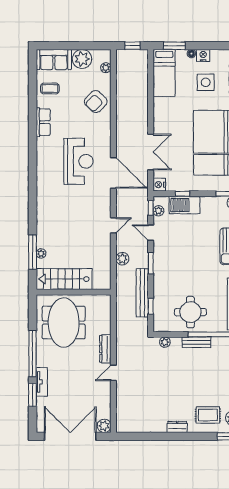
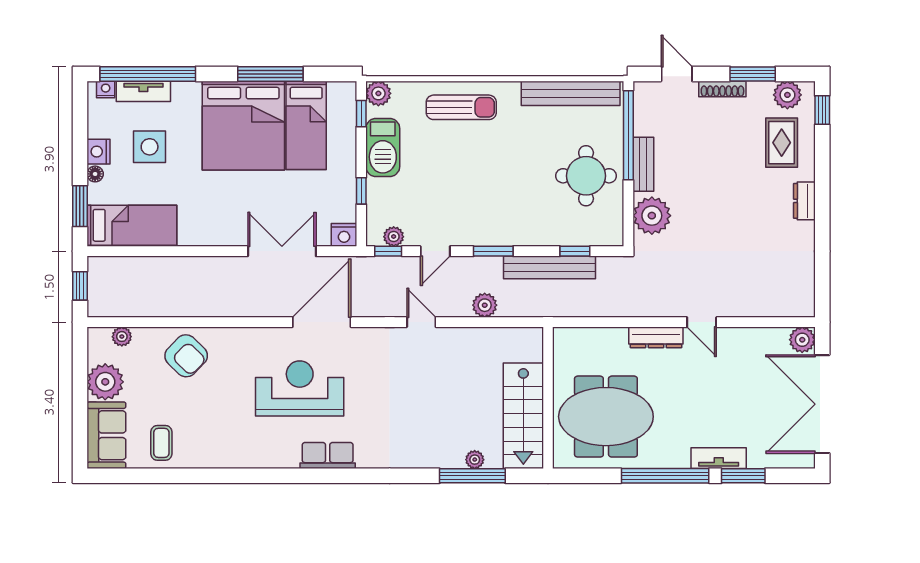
row of seats: (43, 122) -> (328, 455), moved
barbecue: (185, 205) -> (383, 148), moved
plant: (165, 342) -> (652, 216), width x1.87, depth x1.87

